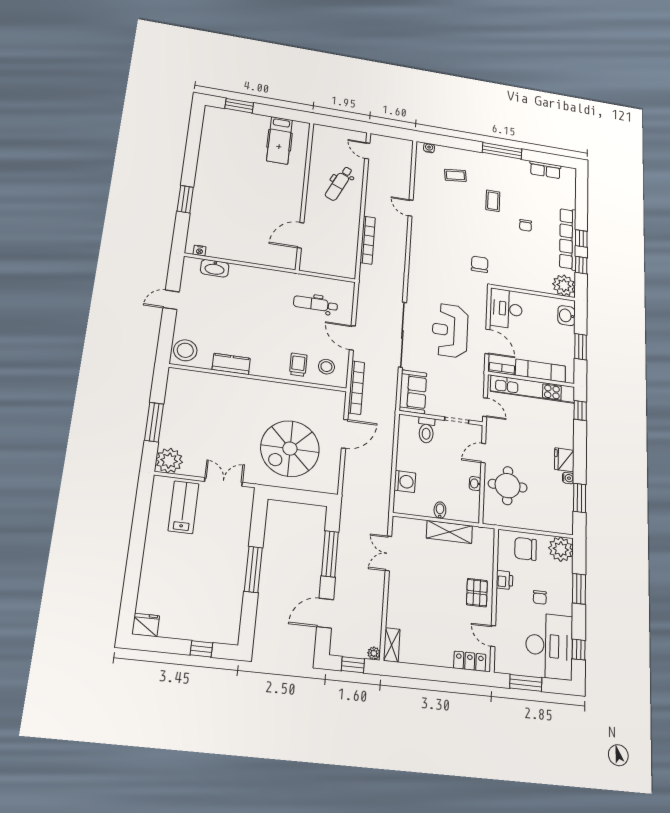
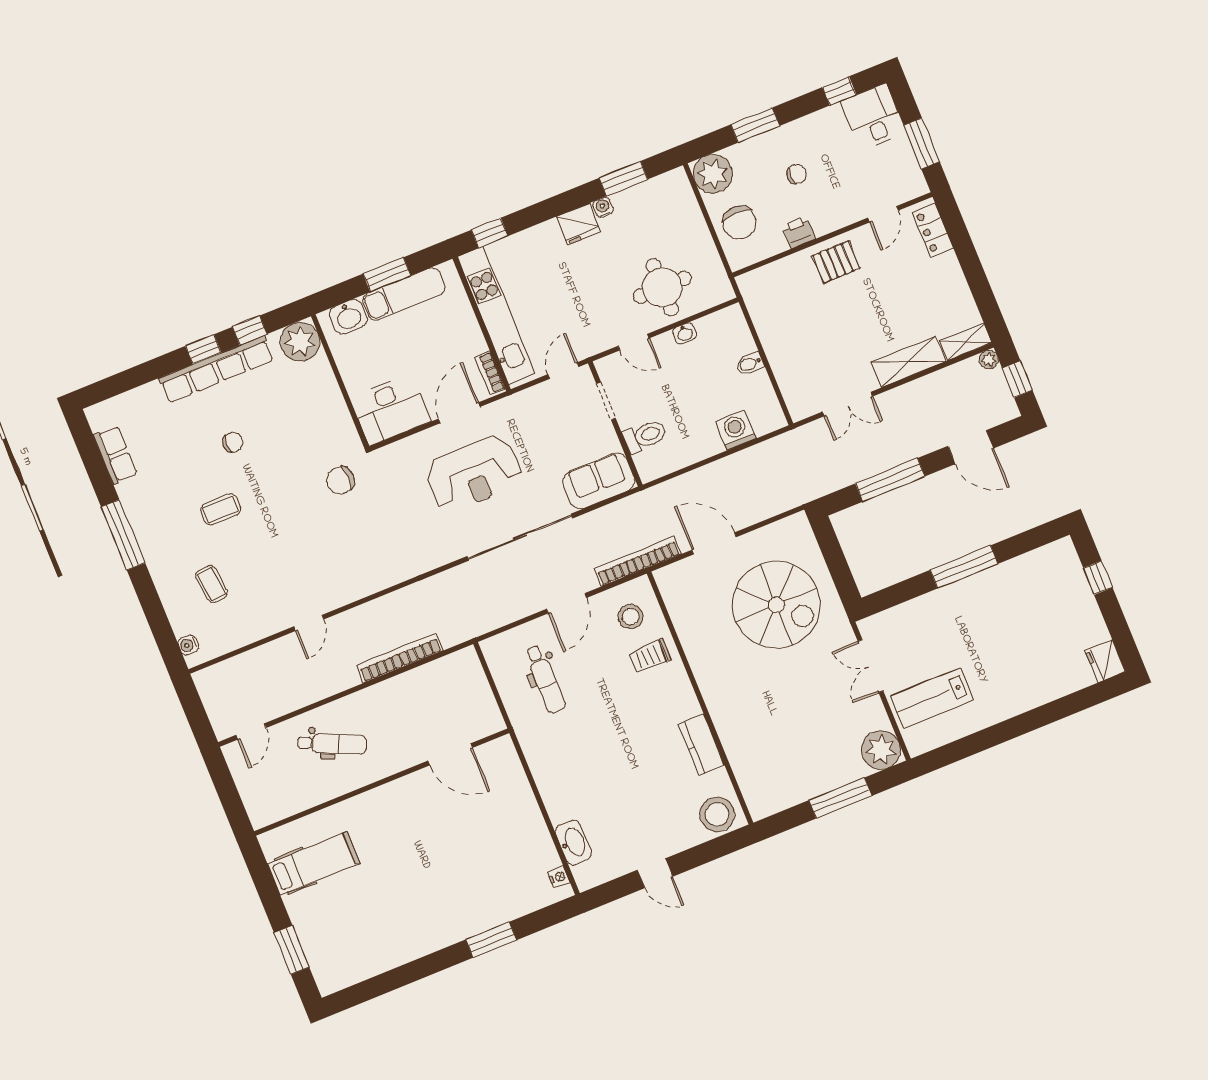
exam couch: (540, 371) -> (404, 294), moved, turned -90
shelving: (449, 532) -> (909, 362), moved, turned 90
desk: (549, 646) -> (873, 117), width x0.53, depth x0.77

